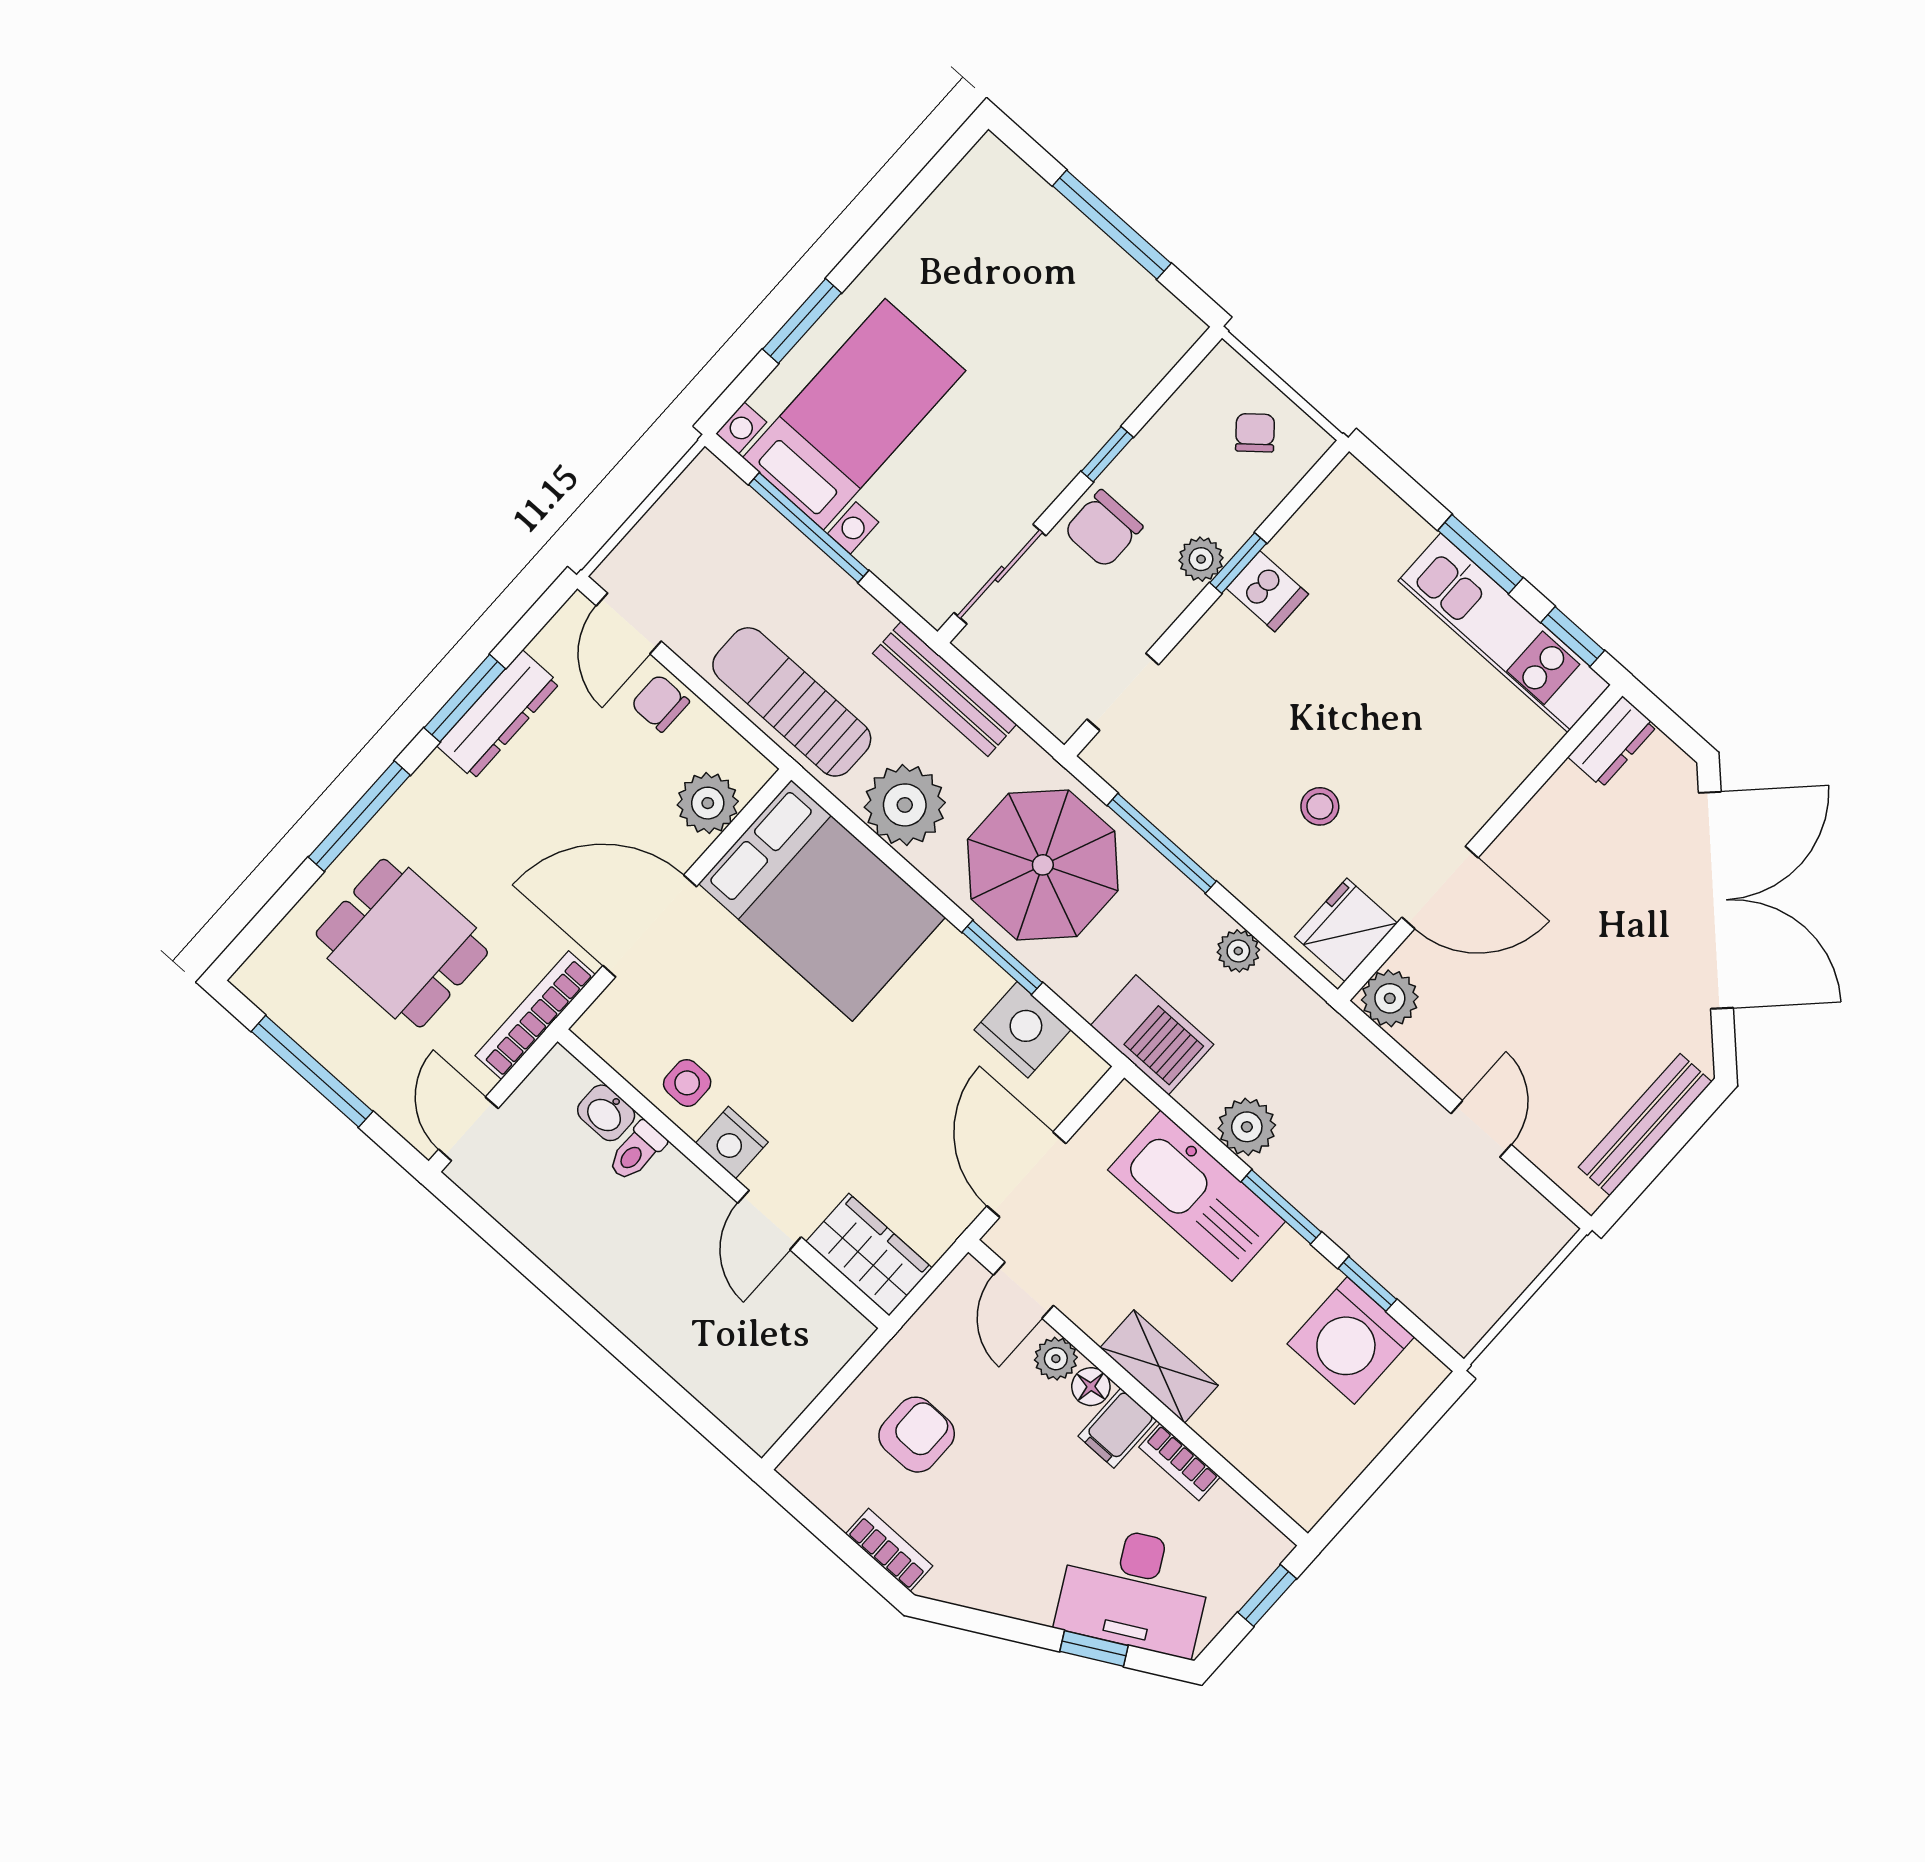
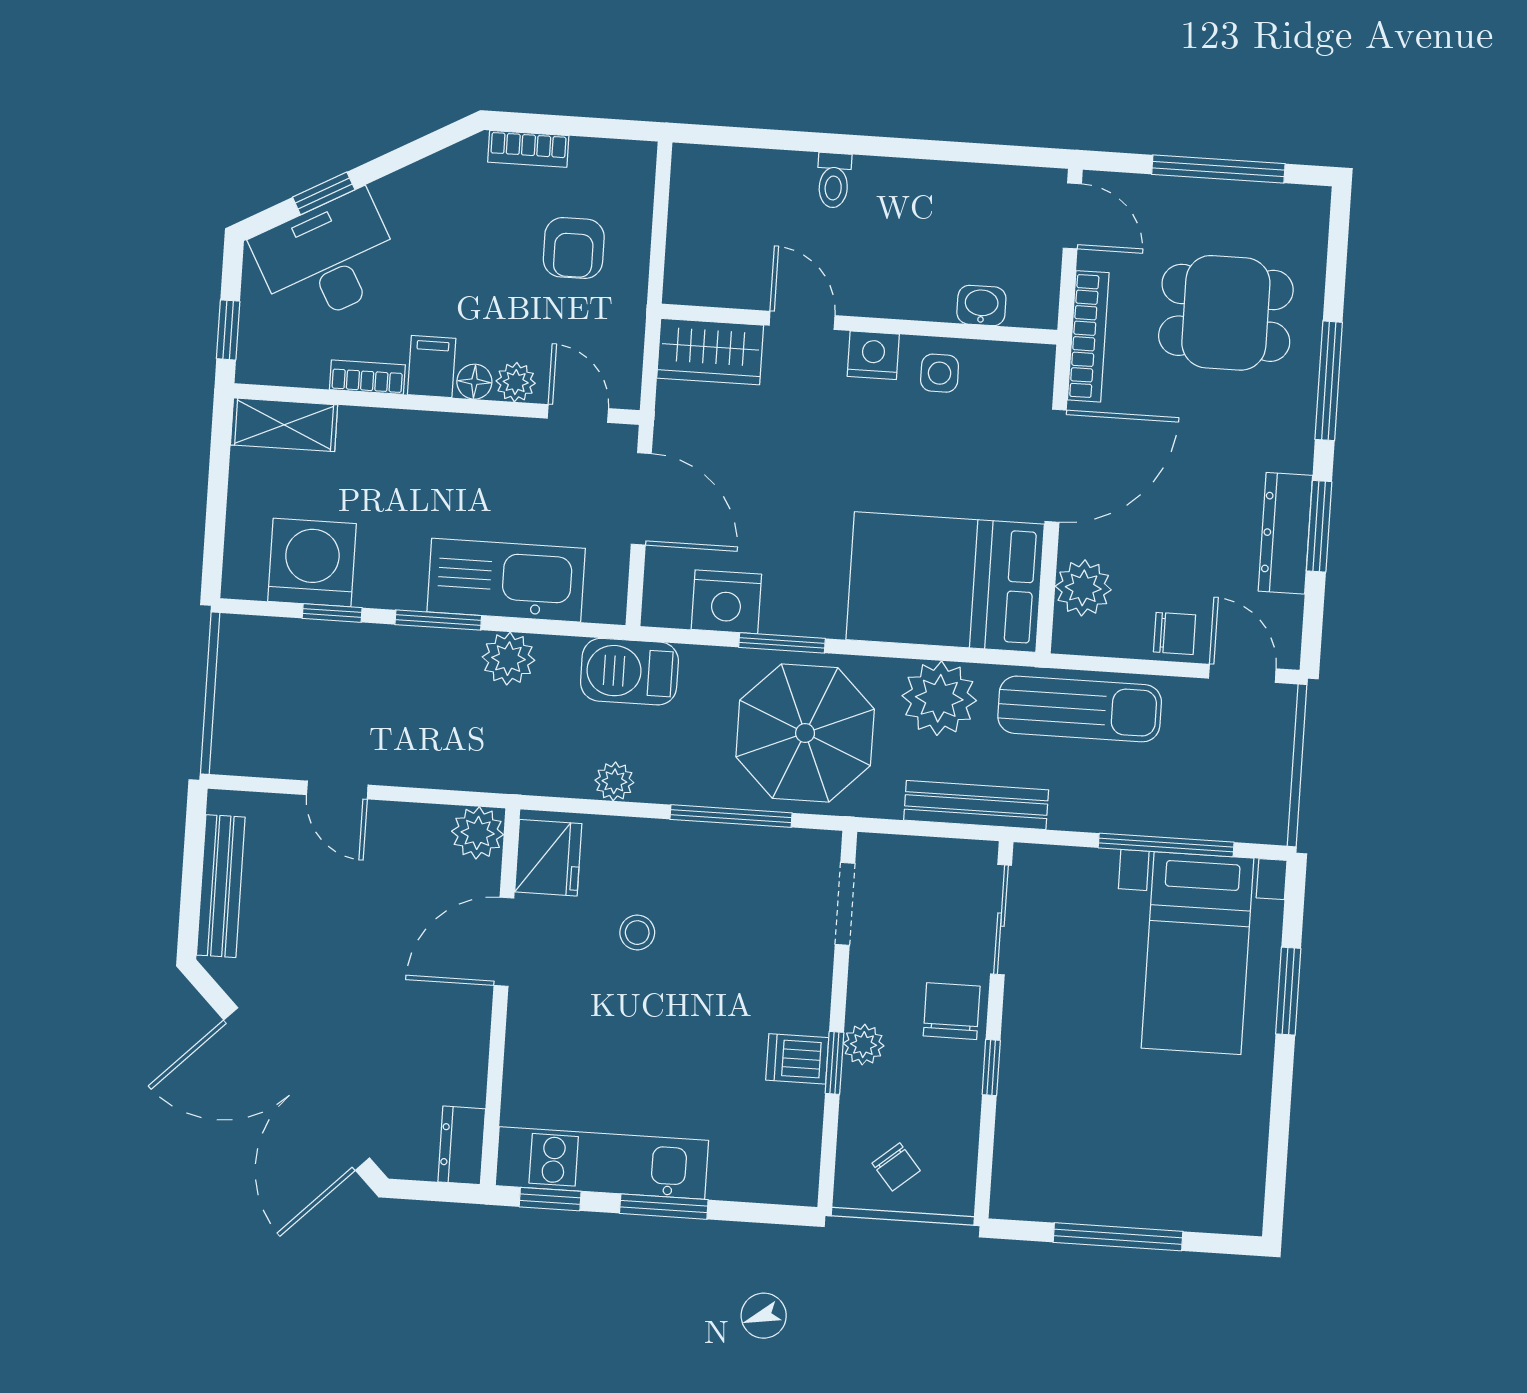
toilet: (637, 1151) -> (834, 180), moved, turned 180
shelving: (1159, 1366) -> (284, 425), moved

